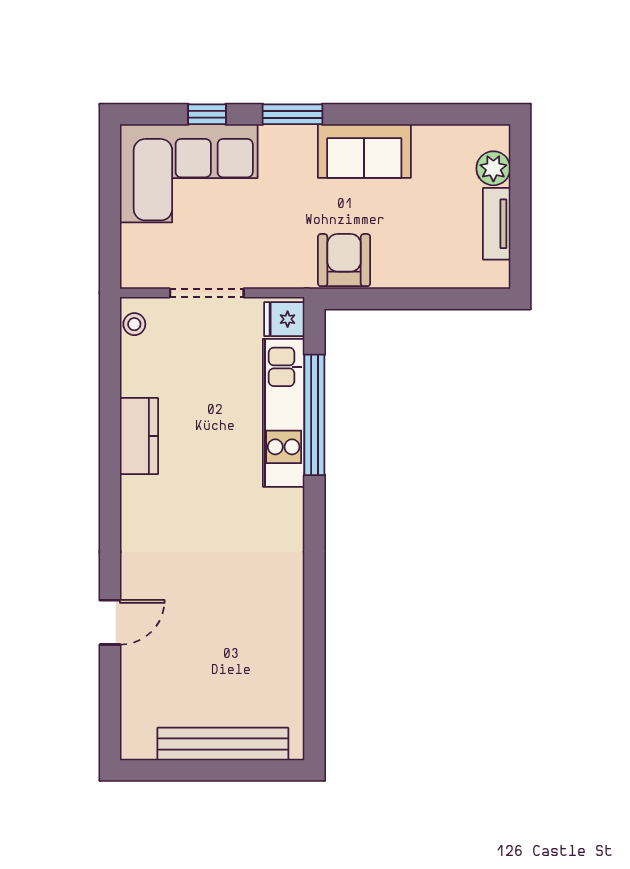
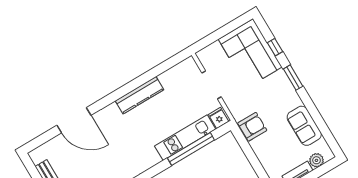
sofa: (364, 151) -> (304, 126), moved
stool: (134, 324) -> (185, 66), removed
kitchen counter: (139, 436) -> (139, 95), width x1.50
door: (110, 622) -> (74, 120), width x1.88

